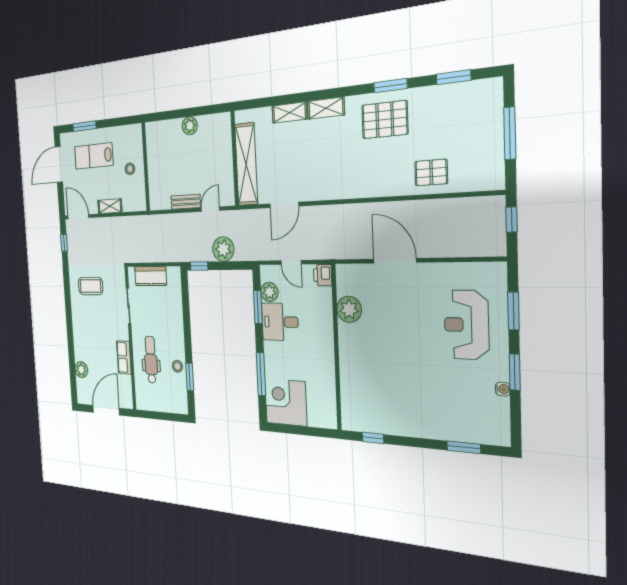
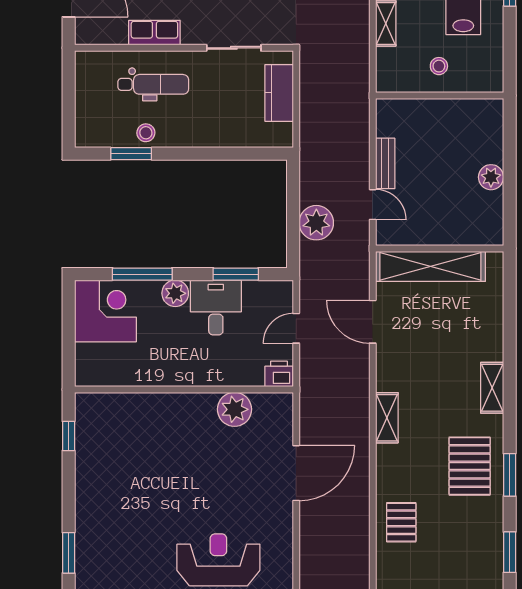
shelving: (289, 112) -> (387, 418), moved
window: (199, 266) -> (293, 180), removed
plant: (269, 292) -> (175, 293), moved

